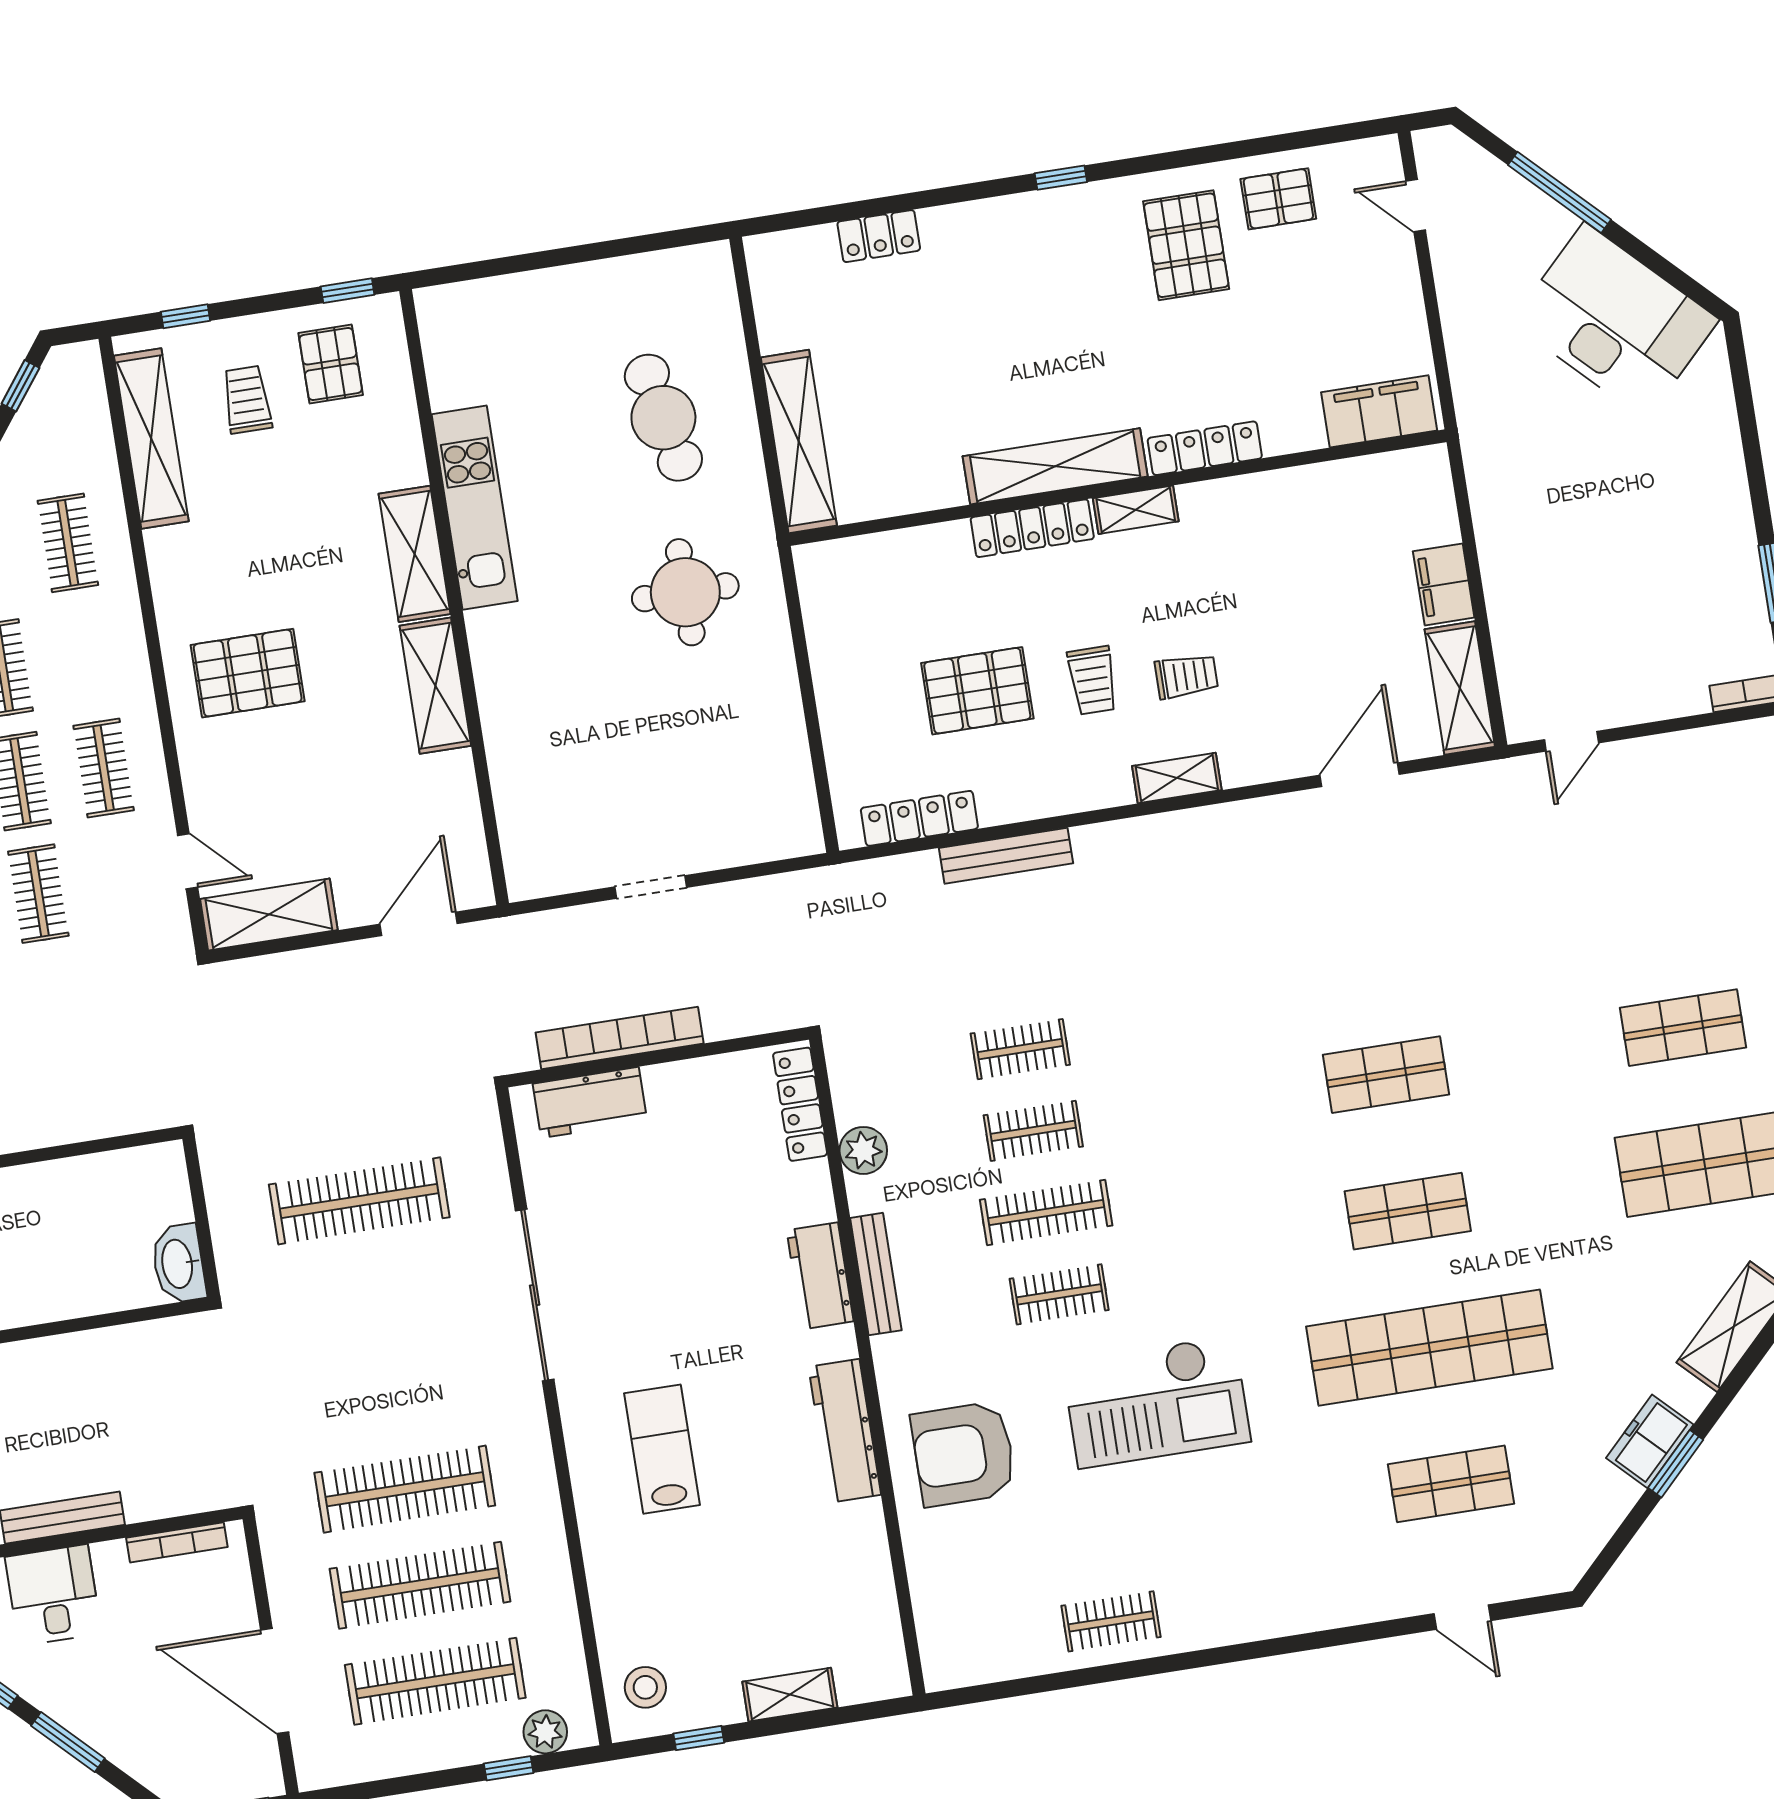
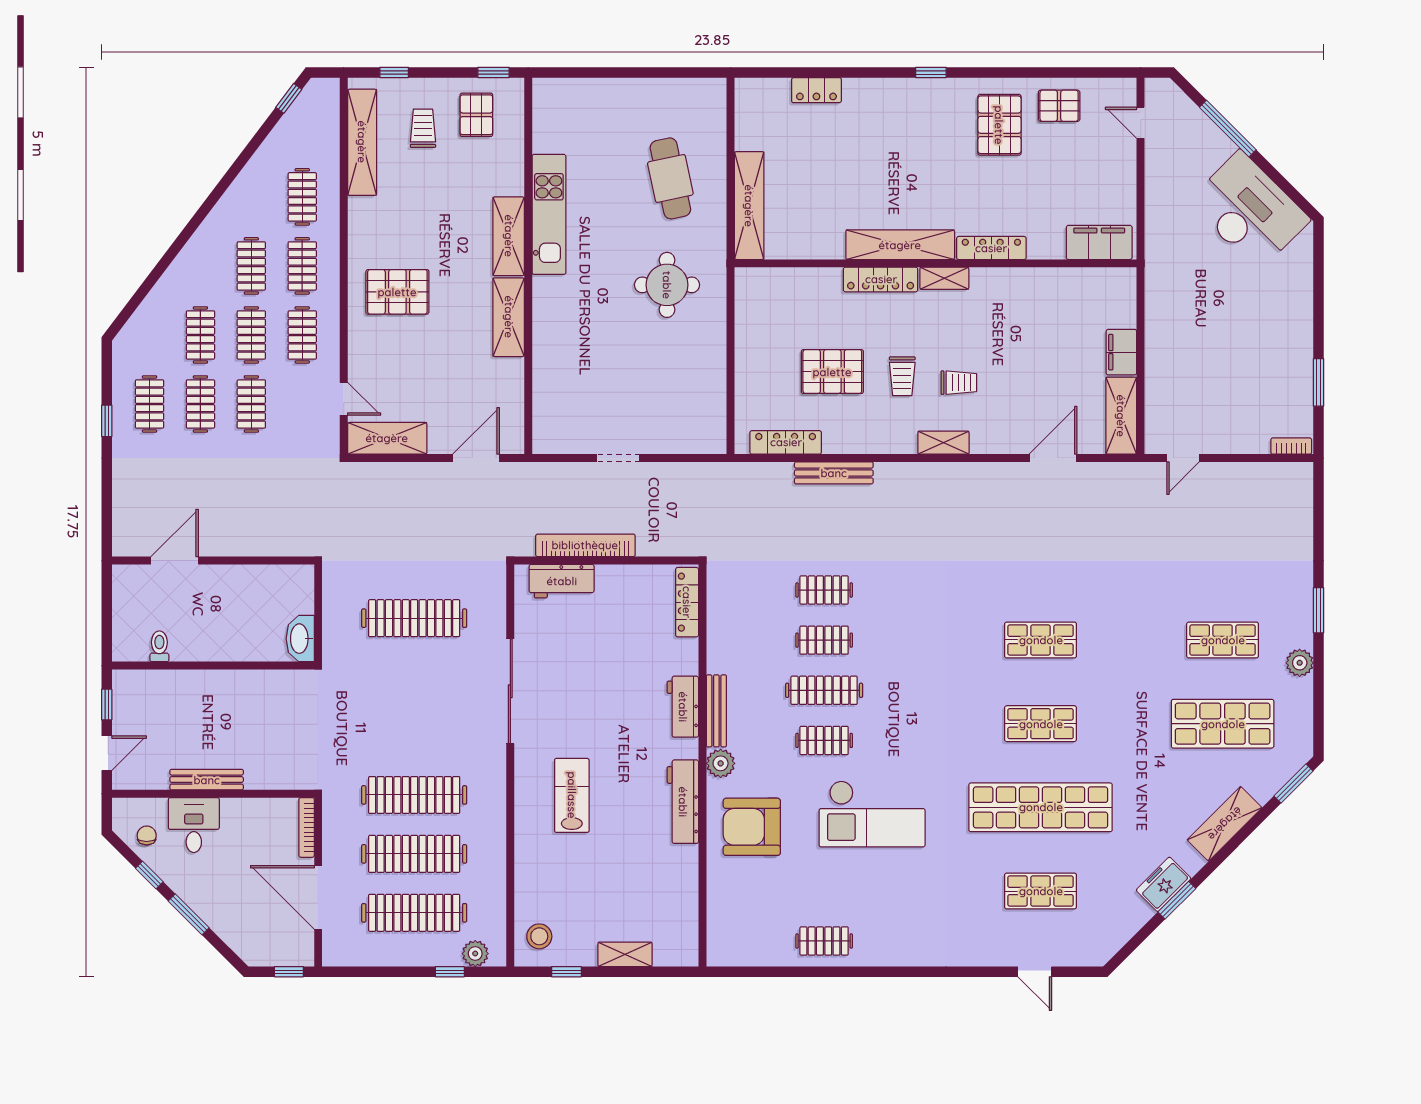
clothes rail: (86, 655) -> (302, 266), added
plant: (863, 1150) -> (721, 763), moved
bookcase: (177, 1542) -> (307, 827), moved, turned 90

